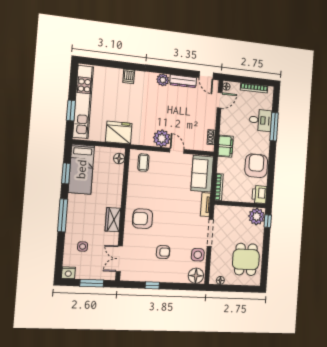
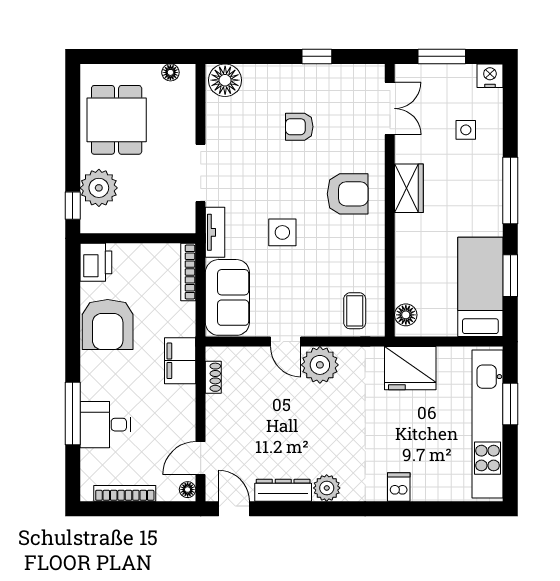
plant: (257, 216) -> (99, 188), moved
side table: (198, 255) -> (282, 232), moved

